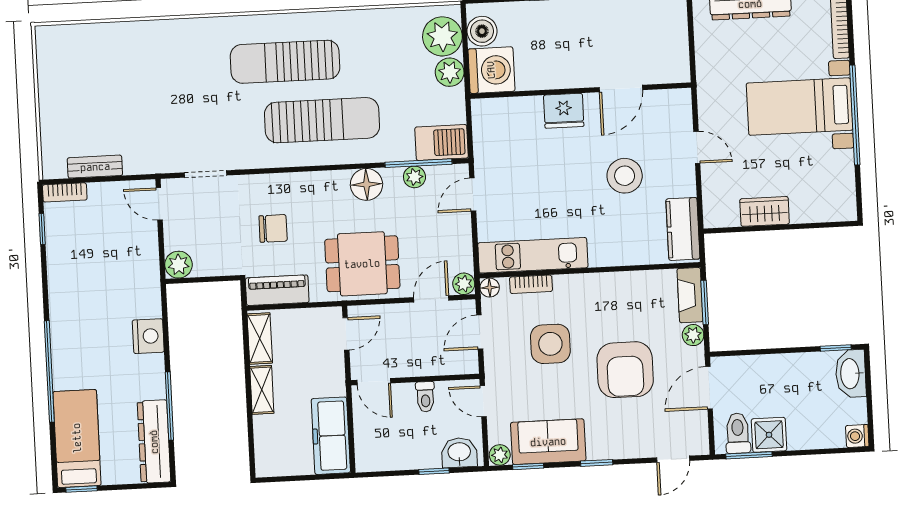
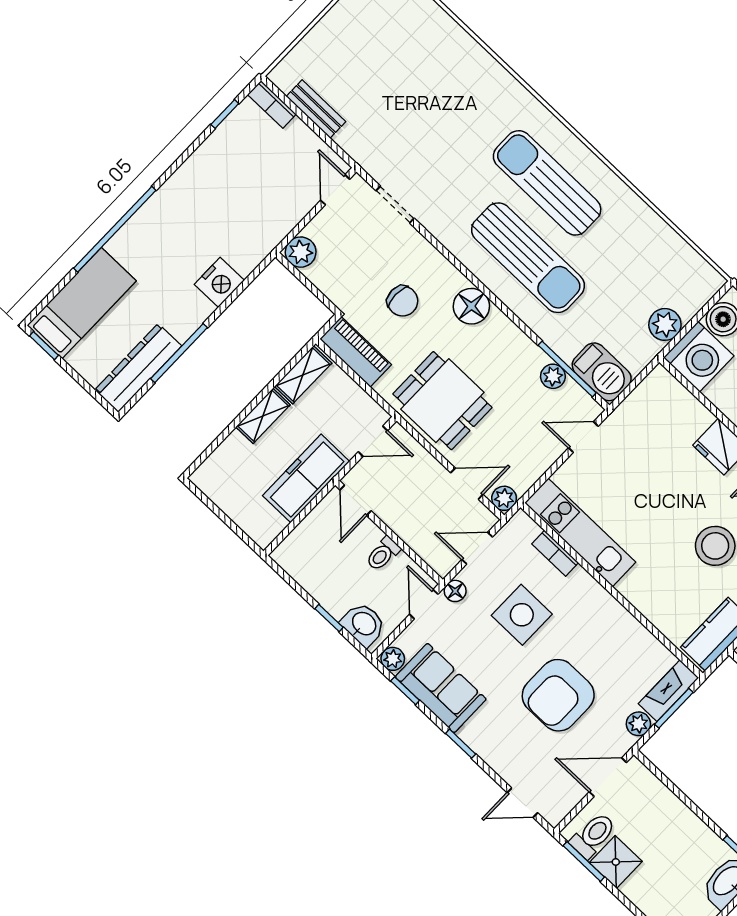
plant: (442, 36) -> (688, 291), removed
floor lamp: (366, 184) -> (471, 306), moved
floor lamp: (490, 288) -> (455, 591), moved
freezer: (331, 436) -> (306, 478), moved

